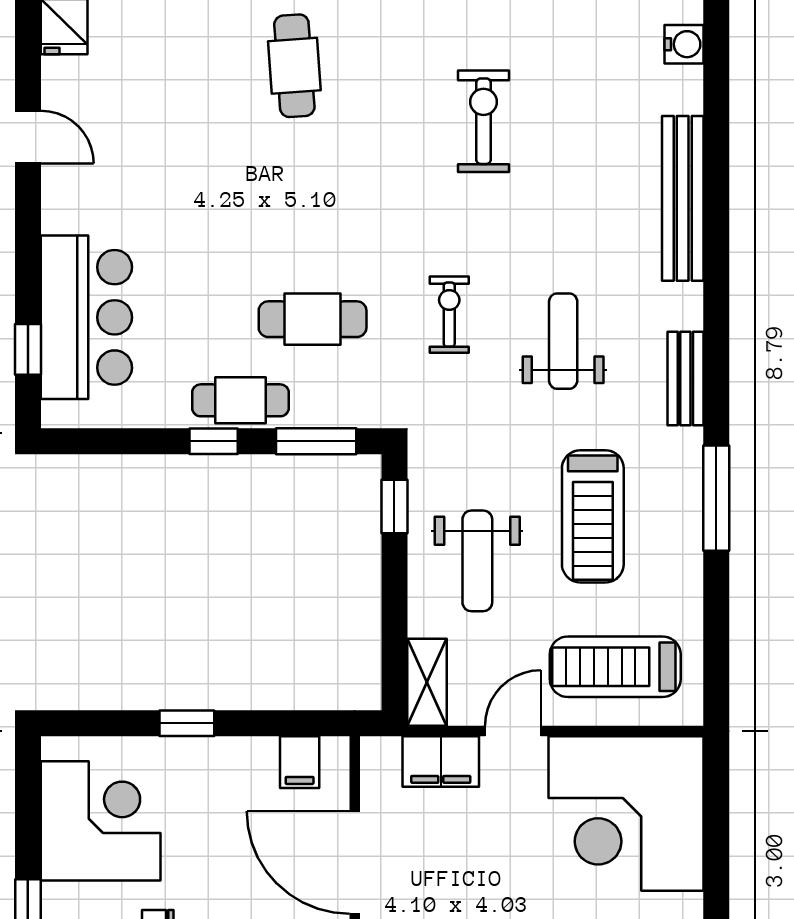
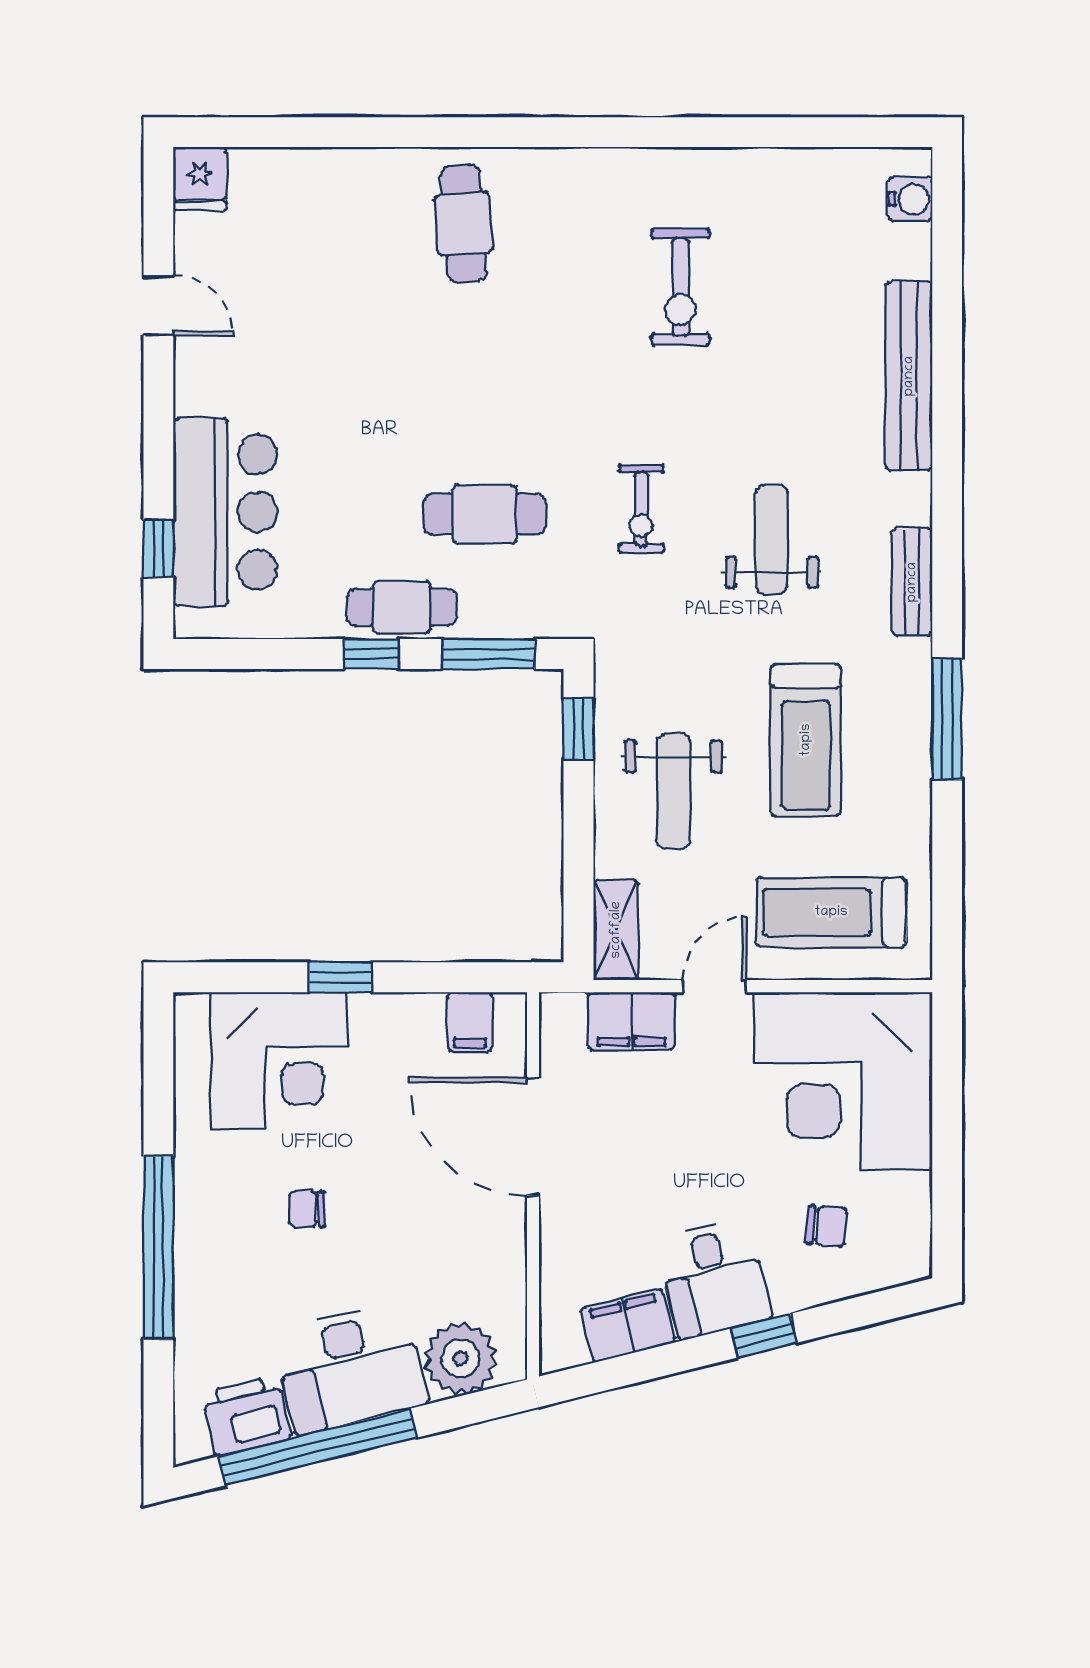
exercise bike: (483, 121) -> (680, 287), turned 180
exercise bike: (449, 315) -> (641, 509), turned 180
corner desk: (101, 821) -> (279, 1060), moved, turned 90

